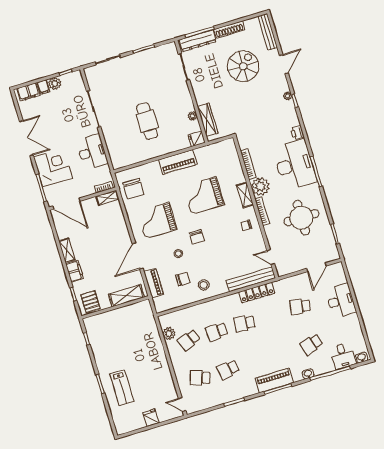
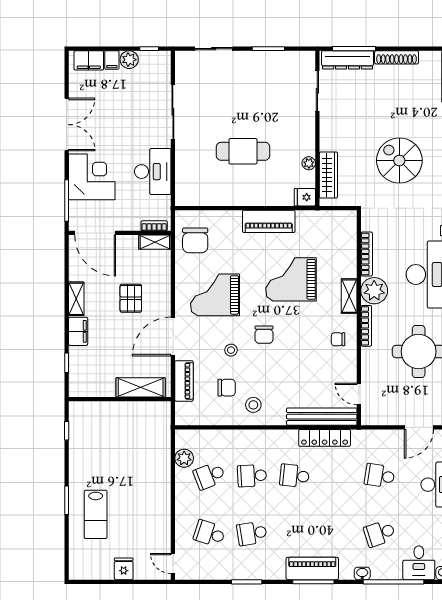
spiral stairs: (243, 66) -> (399, 160), moved, turned -90
cafe table: (147, 121) -> (243, 151), turned 90
pallet: (90, 302) -> (131, 298), moved

